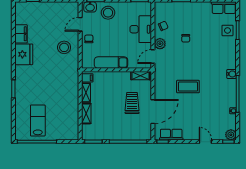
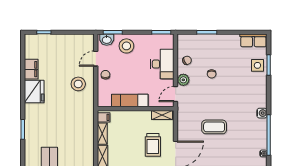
trolley: (132, 103) -> (153, 145), turned 180

